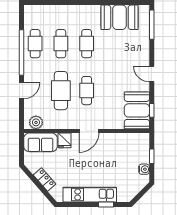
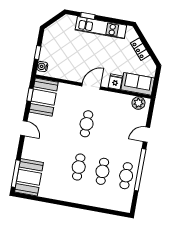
booth: (119, 17) -> (29, 177), moved, turned 90
cafe table: (61, 91) -> (110, 128), removed
water cooler: (144, 169) -> (42, 67), moved

